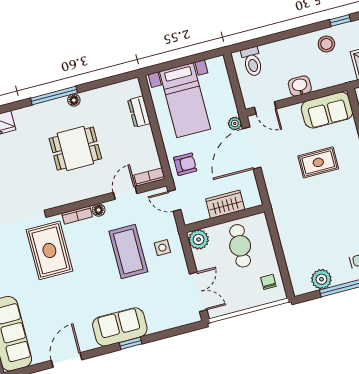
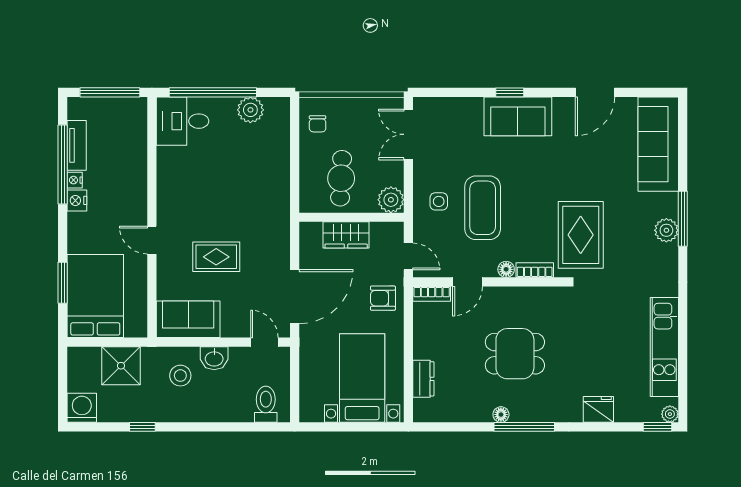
stool: (326, 44) -> (180, 376), moved
plant: (235, 124) -> (308, 333), removed

